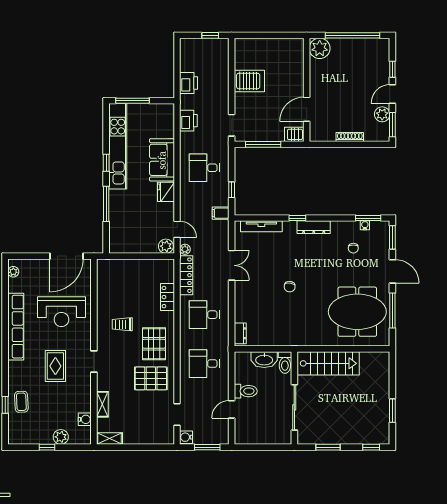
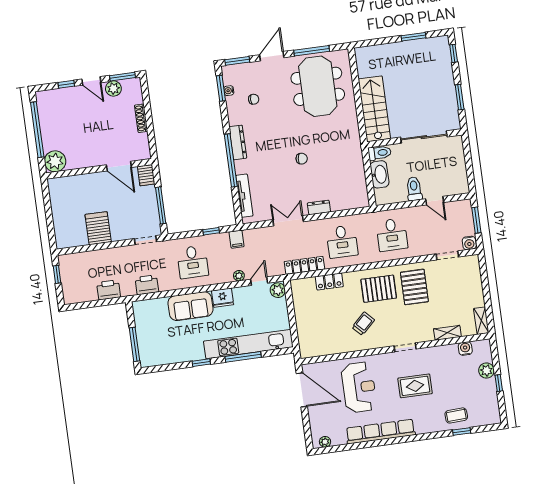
kitchen unit: (118, 146) -> (248, 344), moved
window: (297, 218) -> (231, 160), width x3.17
plant: (185, 249) -> (239, 276), moved
trolley: (122, 324) -> (363, 324), turned -134
dresser: (240, 333) -> (319, 207), moved

